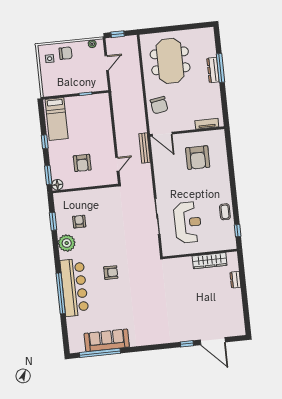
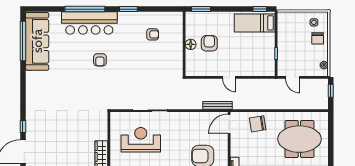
door: (107, 63) -> (293, 77), moved
window: (45, 142) -> (260, 9), moved
armchair: (82, 163) -> (209, 43), turned 90
door: (117, 164) -> (229, 77), moved
floor lamp: (57, 185) -> (191, 44), moved
window: (53, 221) -> (128, 9), moved
reception desk: (188, 222) -> (141, 140), turned 180
plant: (67, 243) -> (133, 20), removed
sofa: (107, 340) -> (37, 41), width x1.36, depth x1.27

